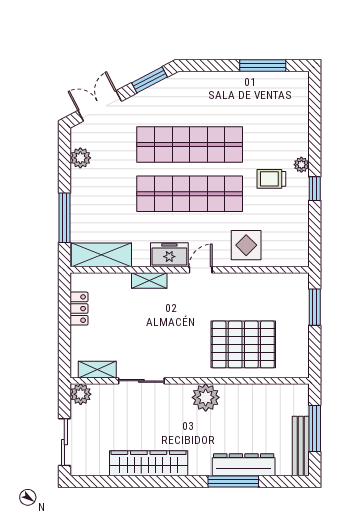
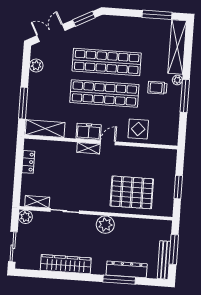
shelving: (298, 113) -> (177, 47), added
window: (315, 189) -> (185, 96), width x2.17
shelving: (149, 281) -> (88, 148), moved
window: (315, 307) -> (178, 187), moved

